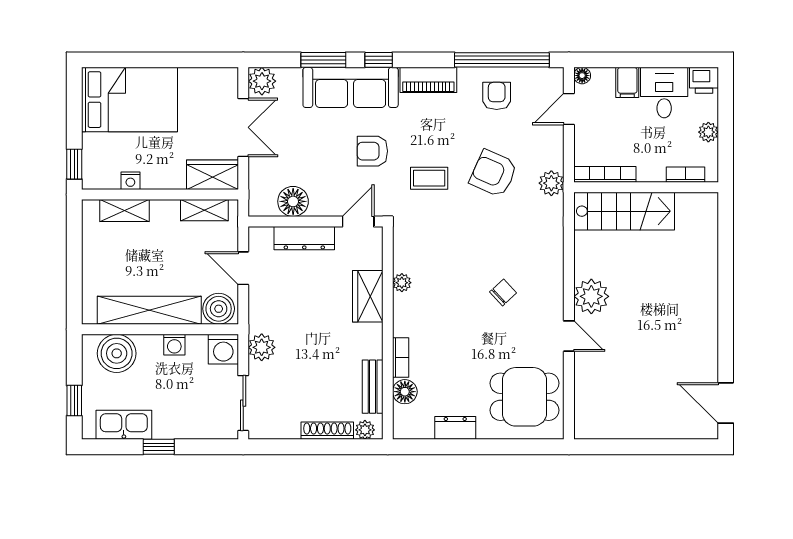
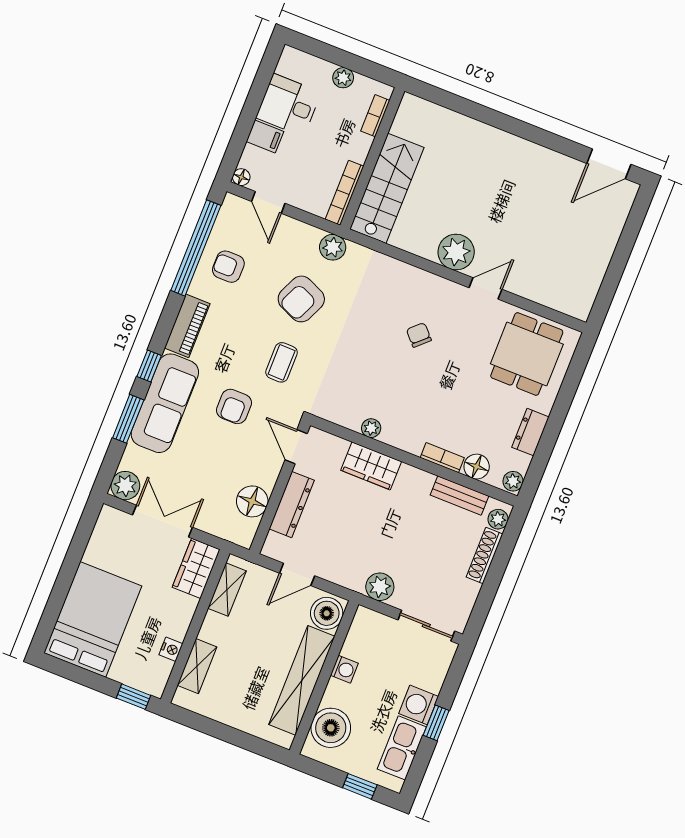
printer: (704, 80) -> (292, 62), removed
washing machine: (223, 349) -> (419, 705), moved, turned 180
plant: (405, 430) -> (513, 481), added

